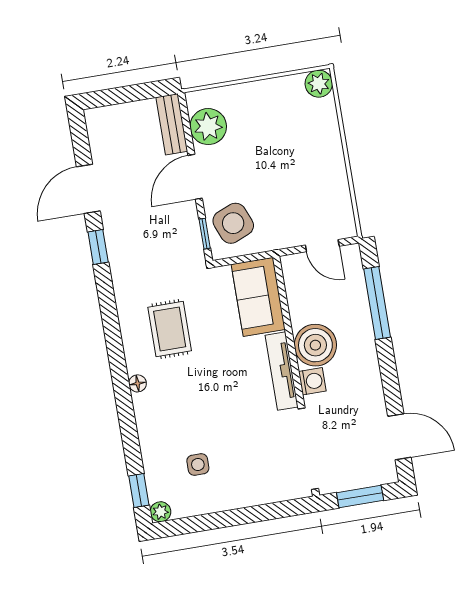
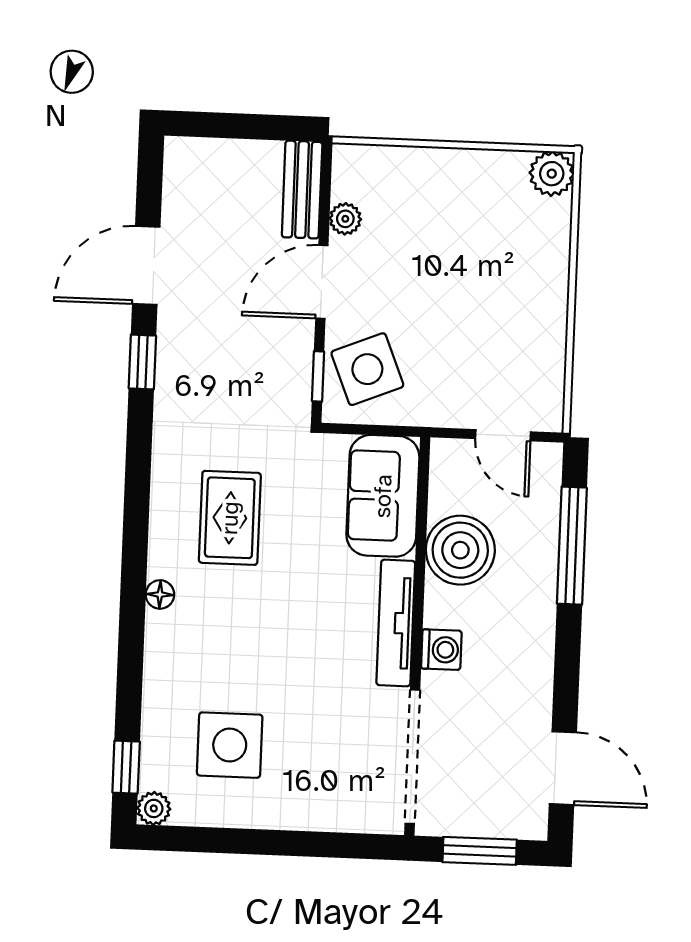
plant: (208, 127) -> (345, 219), width x0.53, depth x0.53
boiler: (315, 345) -> (460, 550), moved
side table: (198, 464) -> (230, 745), width x1.87, depth x1.87

